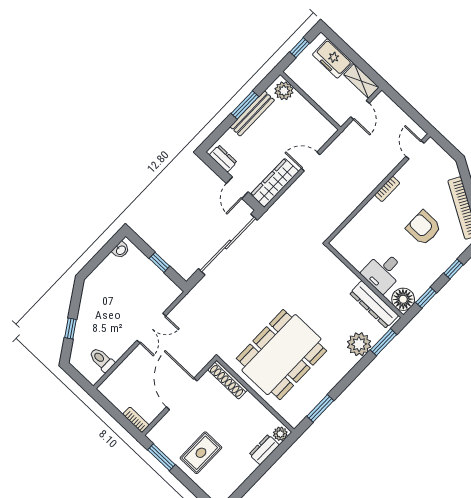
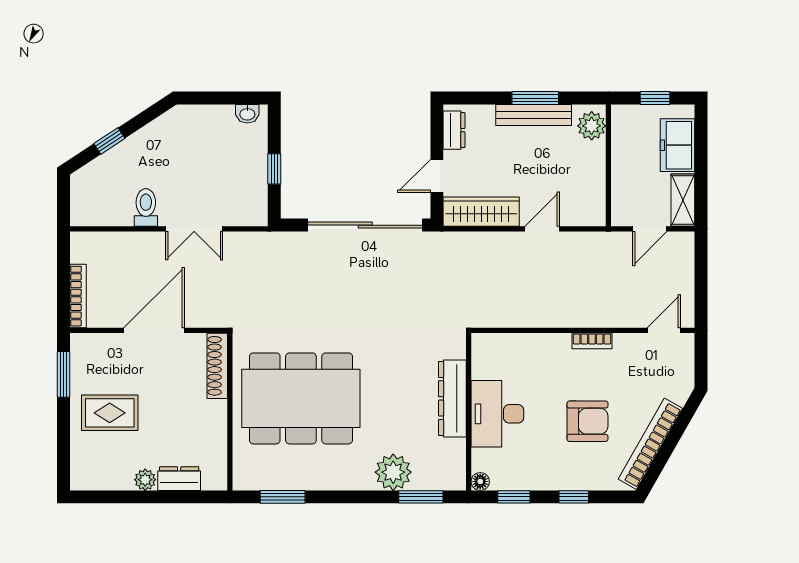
door: (311, 162) -> (542, 229), hinge flipped
armchair: (424, 228) -> (587, 421), turned 90
desk: (383, 272) -> (497, 414), width x1.37
floor lamp: (403, 299) -> (480, 481), width x0.53, depth x0.53
dresser: (374, 304) -> (452, 398), moved
toilet: (102, 360) -> (146, 207), moved
bookcase: (136, 420) -> (78, 296), width x1.56
plant: (280, 434) -> (145, 480), moved

